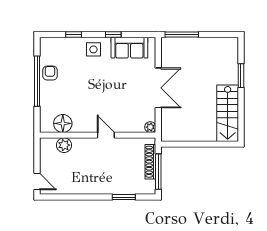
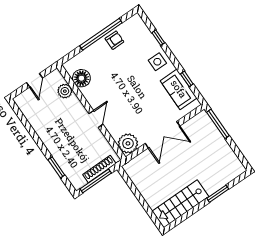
window: (113, 34) -> (187, 79), moved
plant: (150, 127) -> (128, 143), width x1.87, depth x1.87
door: (37, 181) -> (34, 80), moved

